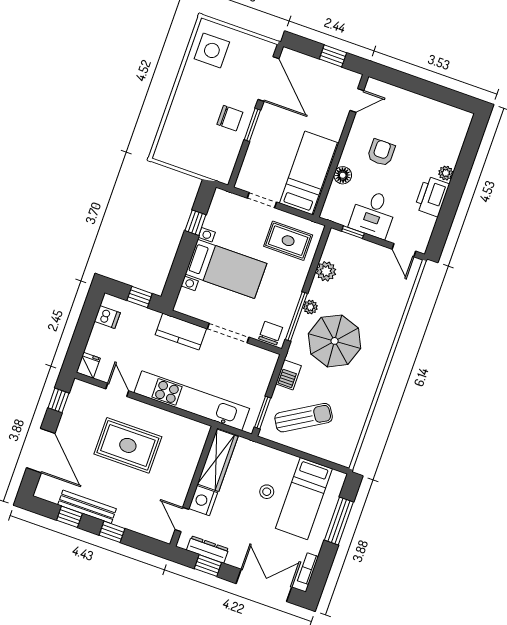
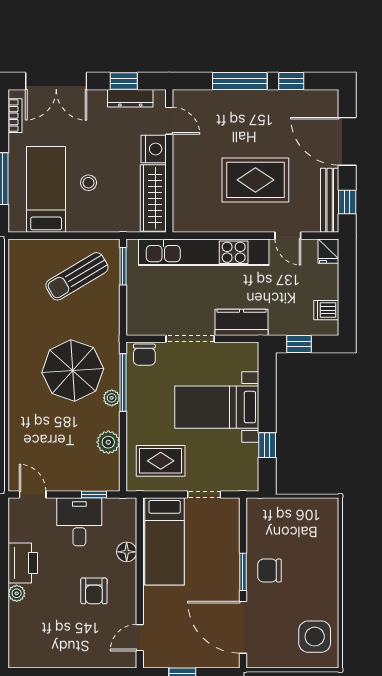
barbecue: (289, 375) -> (109, 317), removed
bench: (87, 507) -> (330, 200), moved, turned 90
window: (112, 532) -> (240, 81), width x2.17

